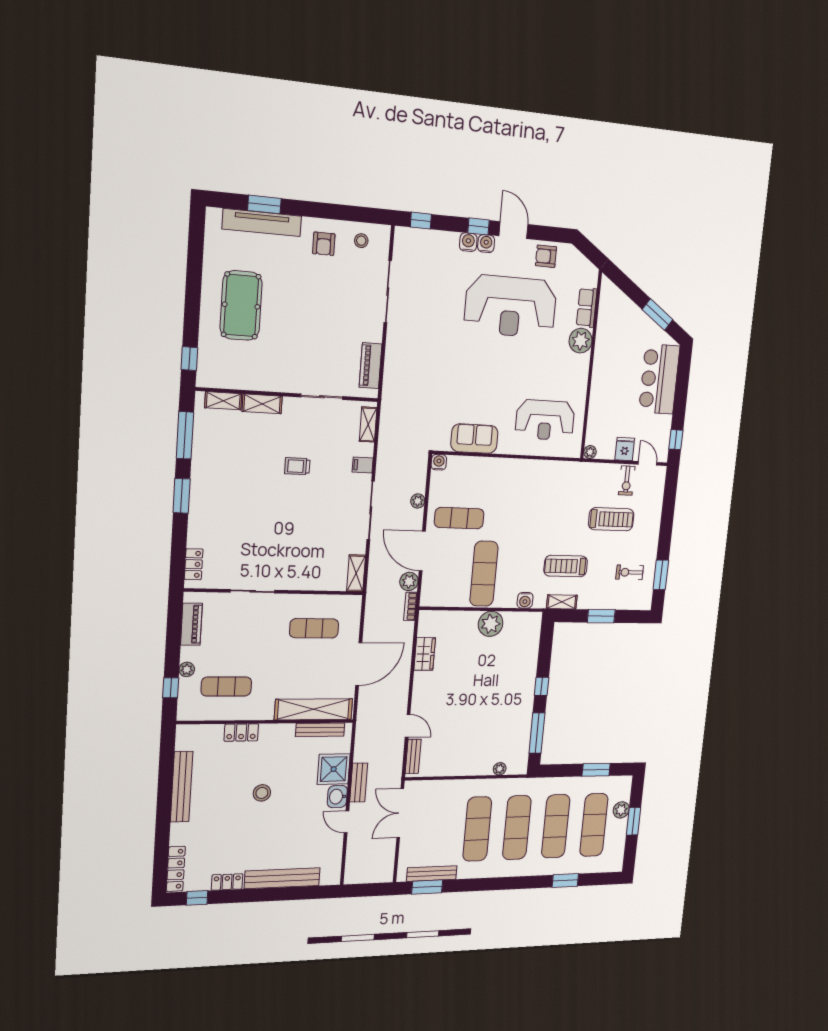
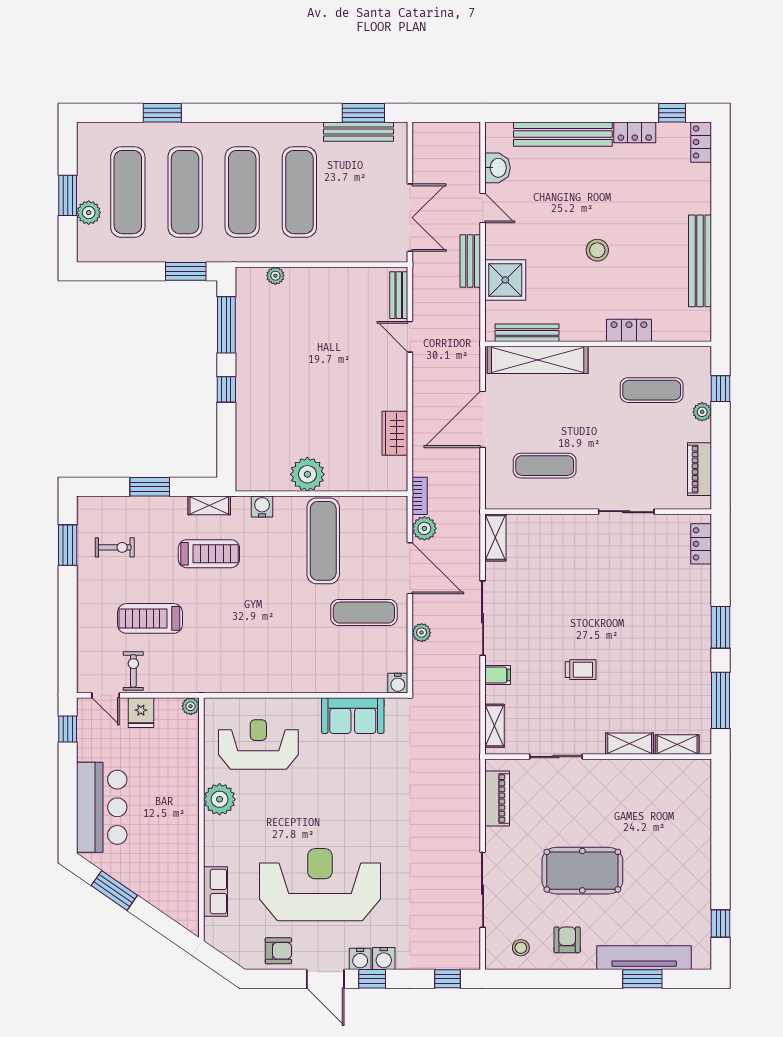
pool table: (241, 306) -> (582, 871), moved, turned 90
plant: (581, 341) -> (220, 799), moved
window: (189, 359) -> (721, 924), moved
window: (596, 770) -> (186, 271), moved
washbasin: (337, 797) -> (497, 168), moved
locker: (176, 869) -> (701, 142), width x0.66

